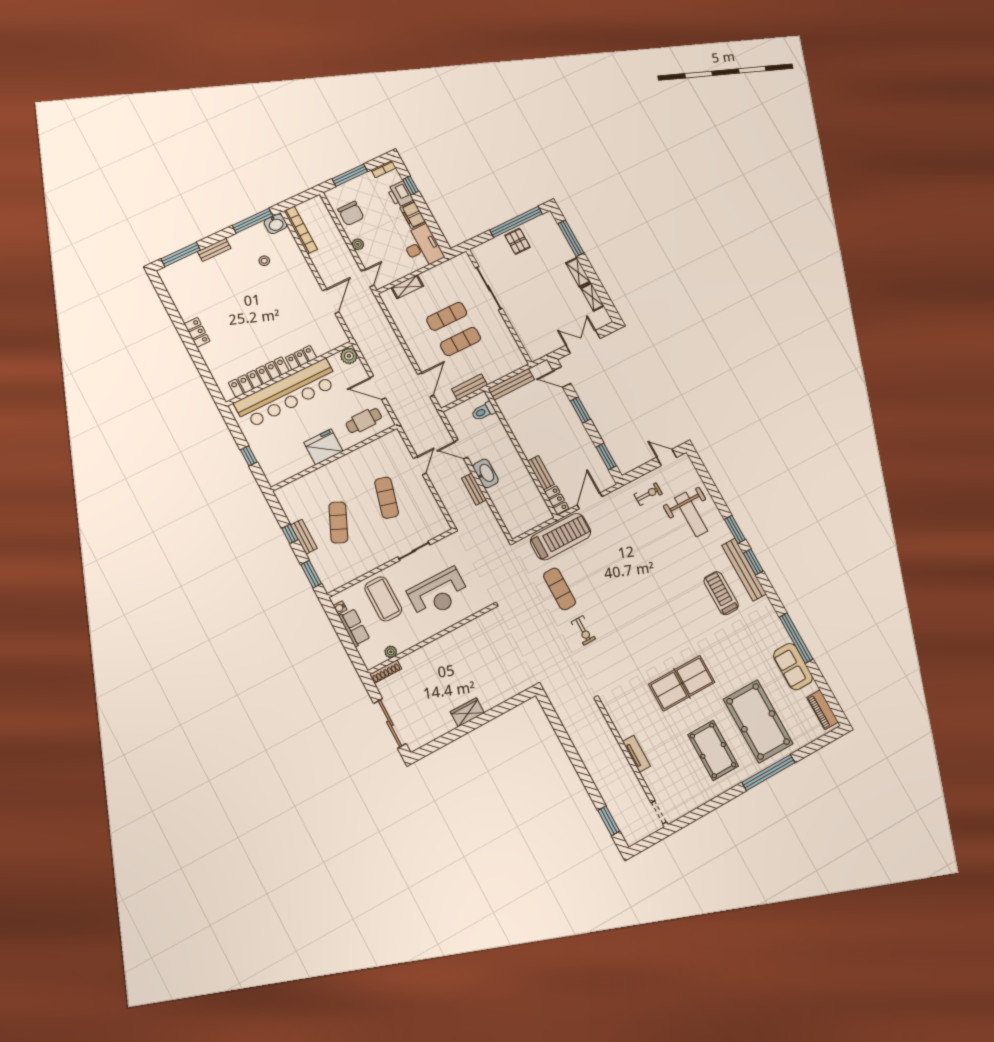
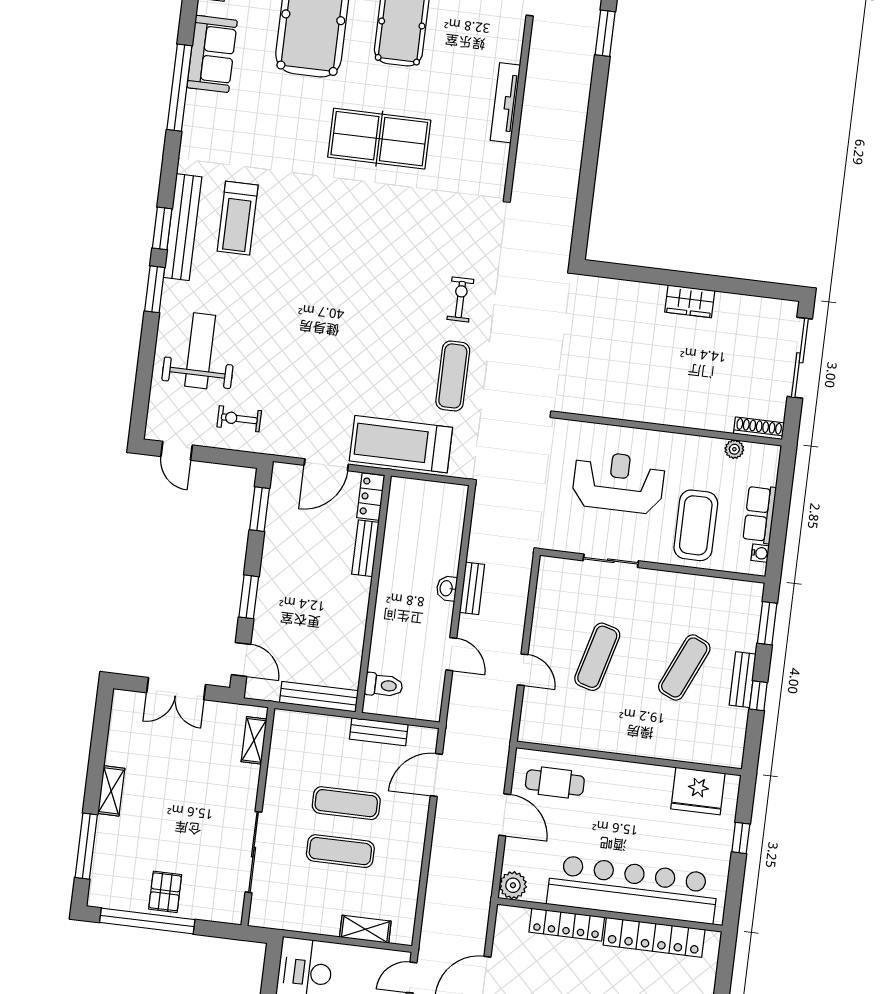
shelving: (592, 297) -> (254, 740), moved
locker: (301, 358) -> (567, 925), width x1.53
fridge: (323, 447) -> (698, 791), moved
door: (420, 466) -> (523, 670), swing flipped
washbasin: (486, 473) -> (447, 588), width x0.52, depth x0.69
tv unit: (636, 754) -> (505, 103), width x1.41

